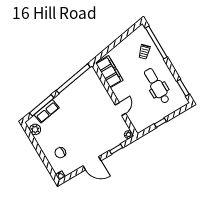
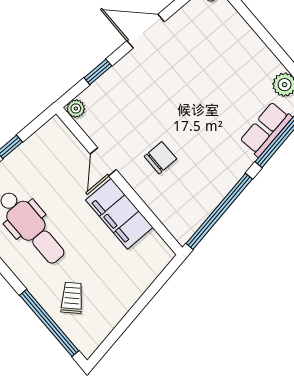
filing cabinet: (109, 72) -> (119, 214), moved
chair: (60, 153) -> (160, 158), moved

